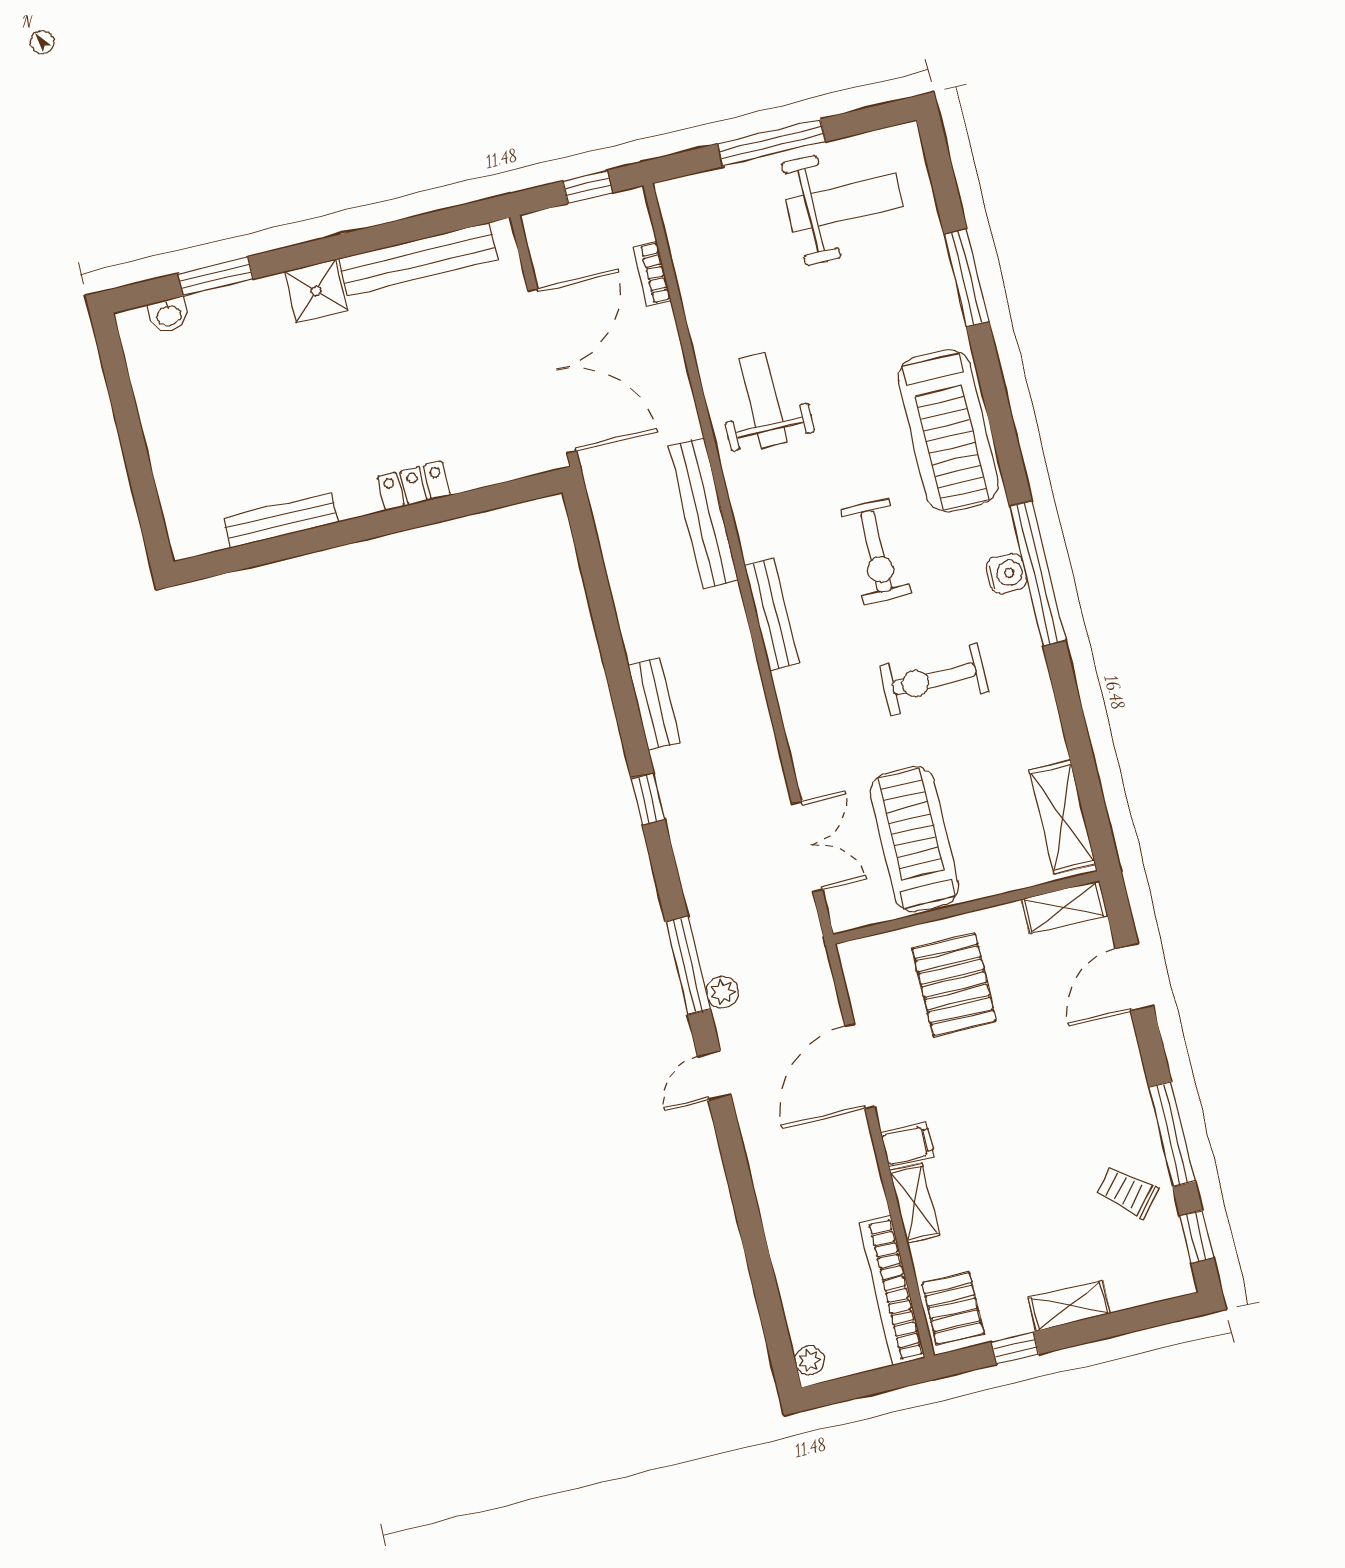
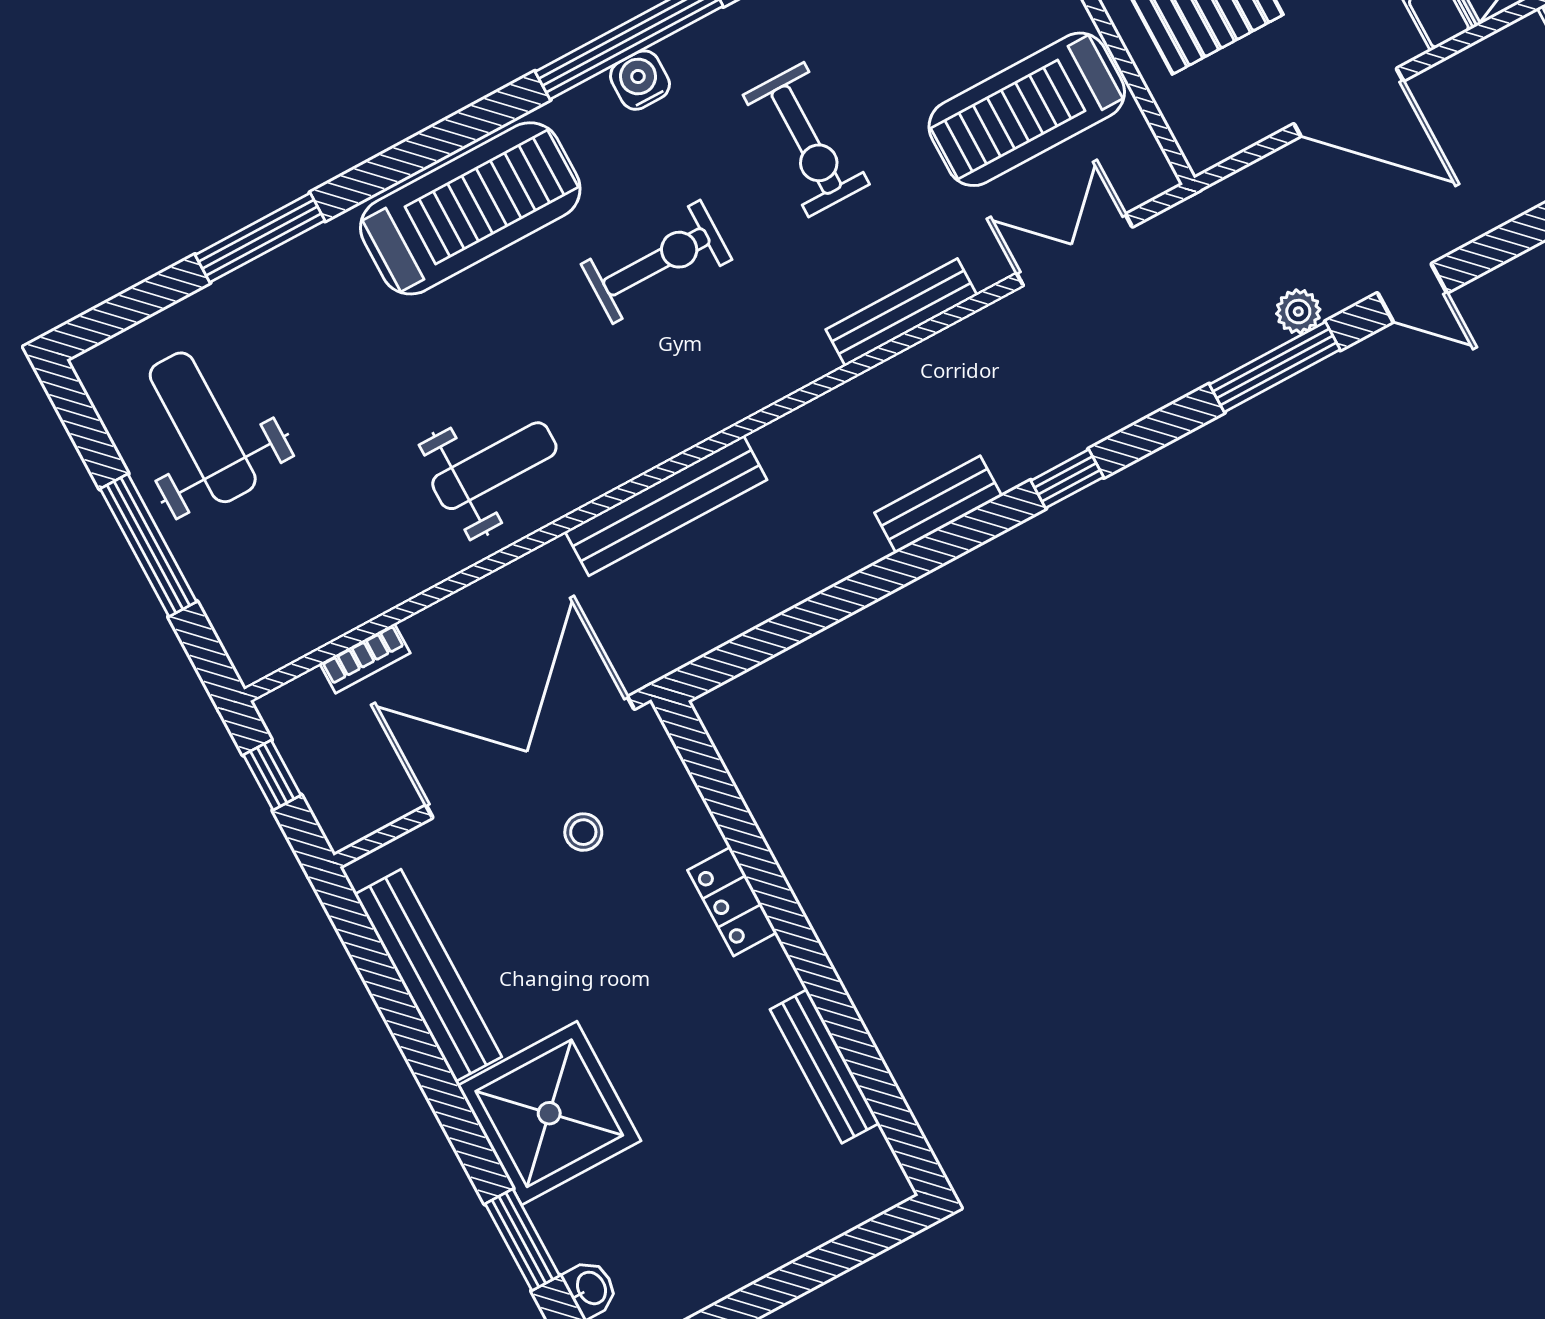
shower: (316, 291) -> (549, 1113), width x1.86, depth x1.86
stool: (490, 394) -> (583, 832), added
weight bench: (763, 400) -> (494, 466), turned 180
bench: (772, 615) -> (901, 312), moved

